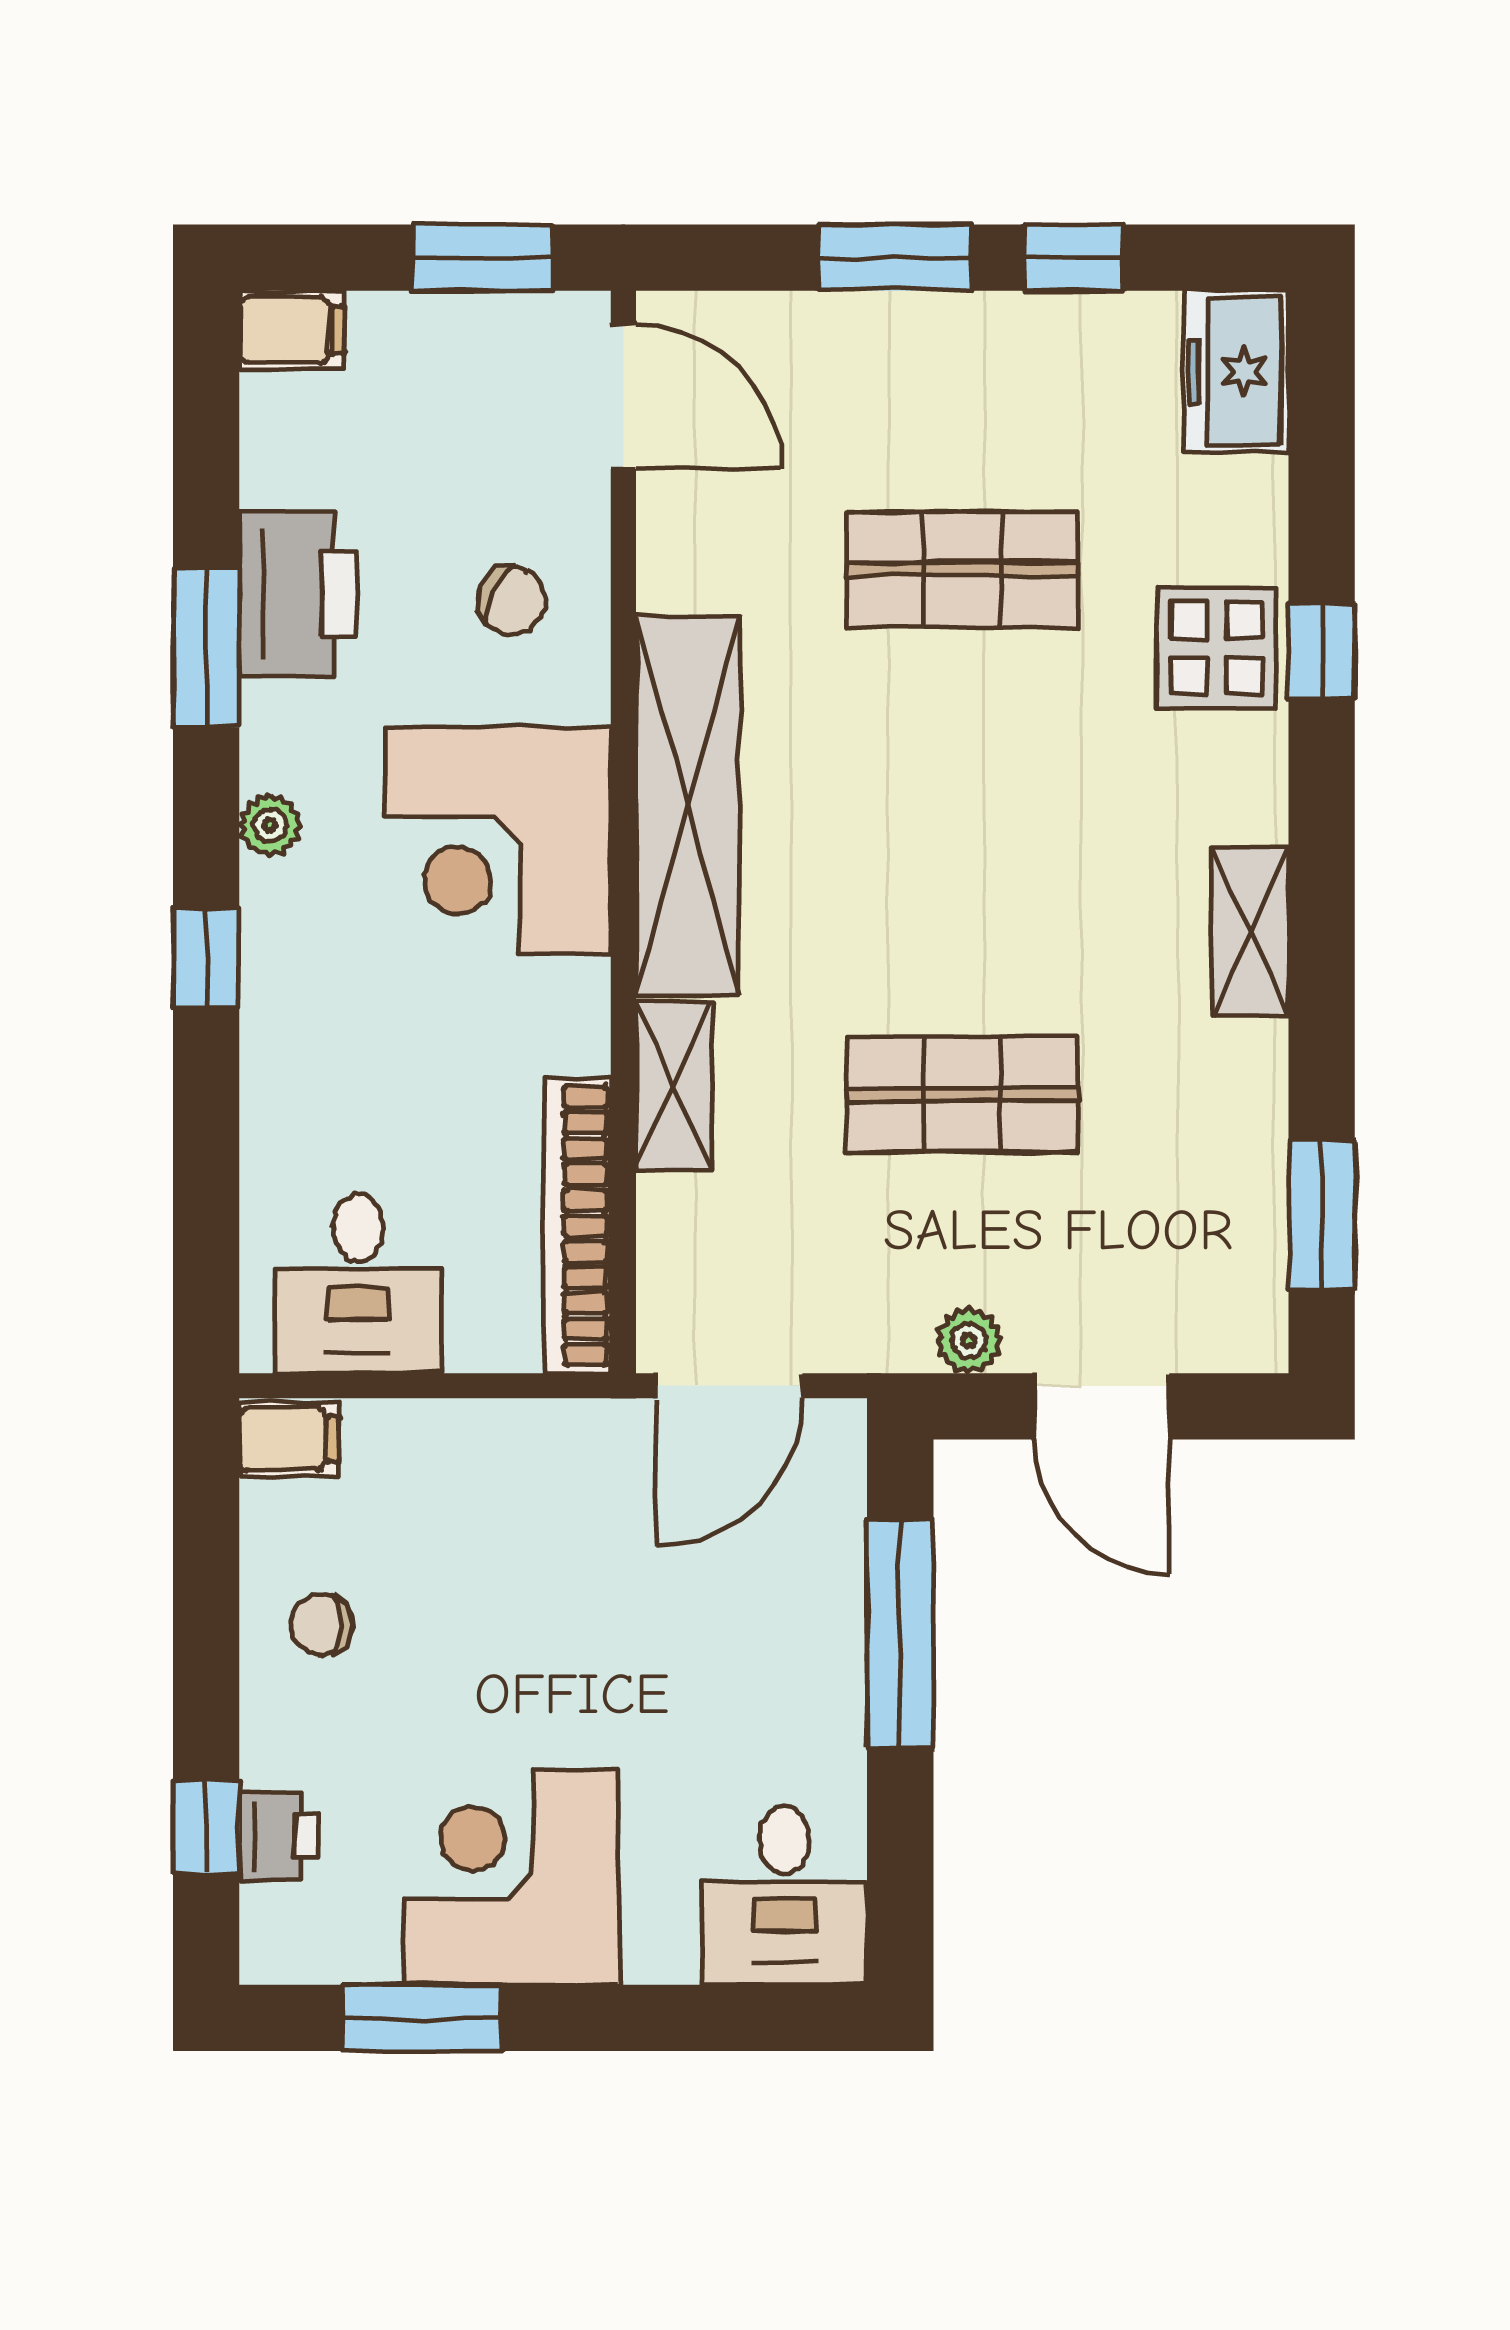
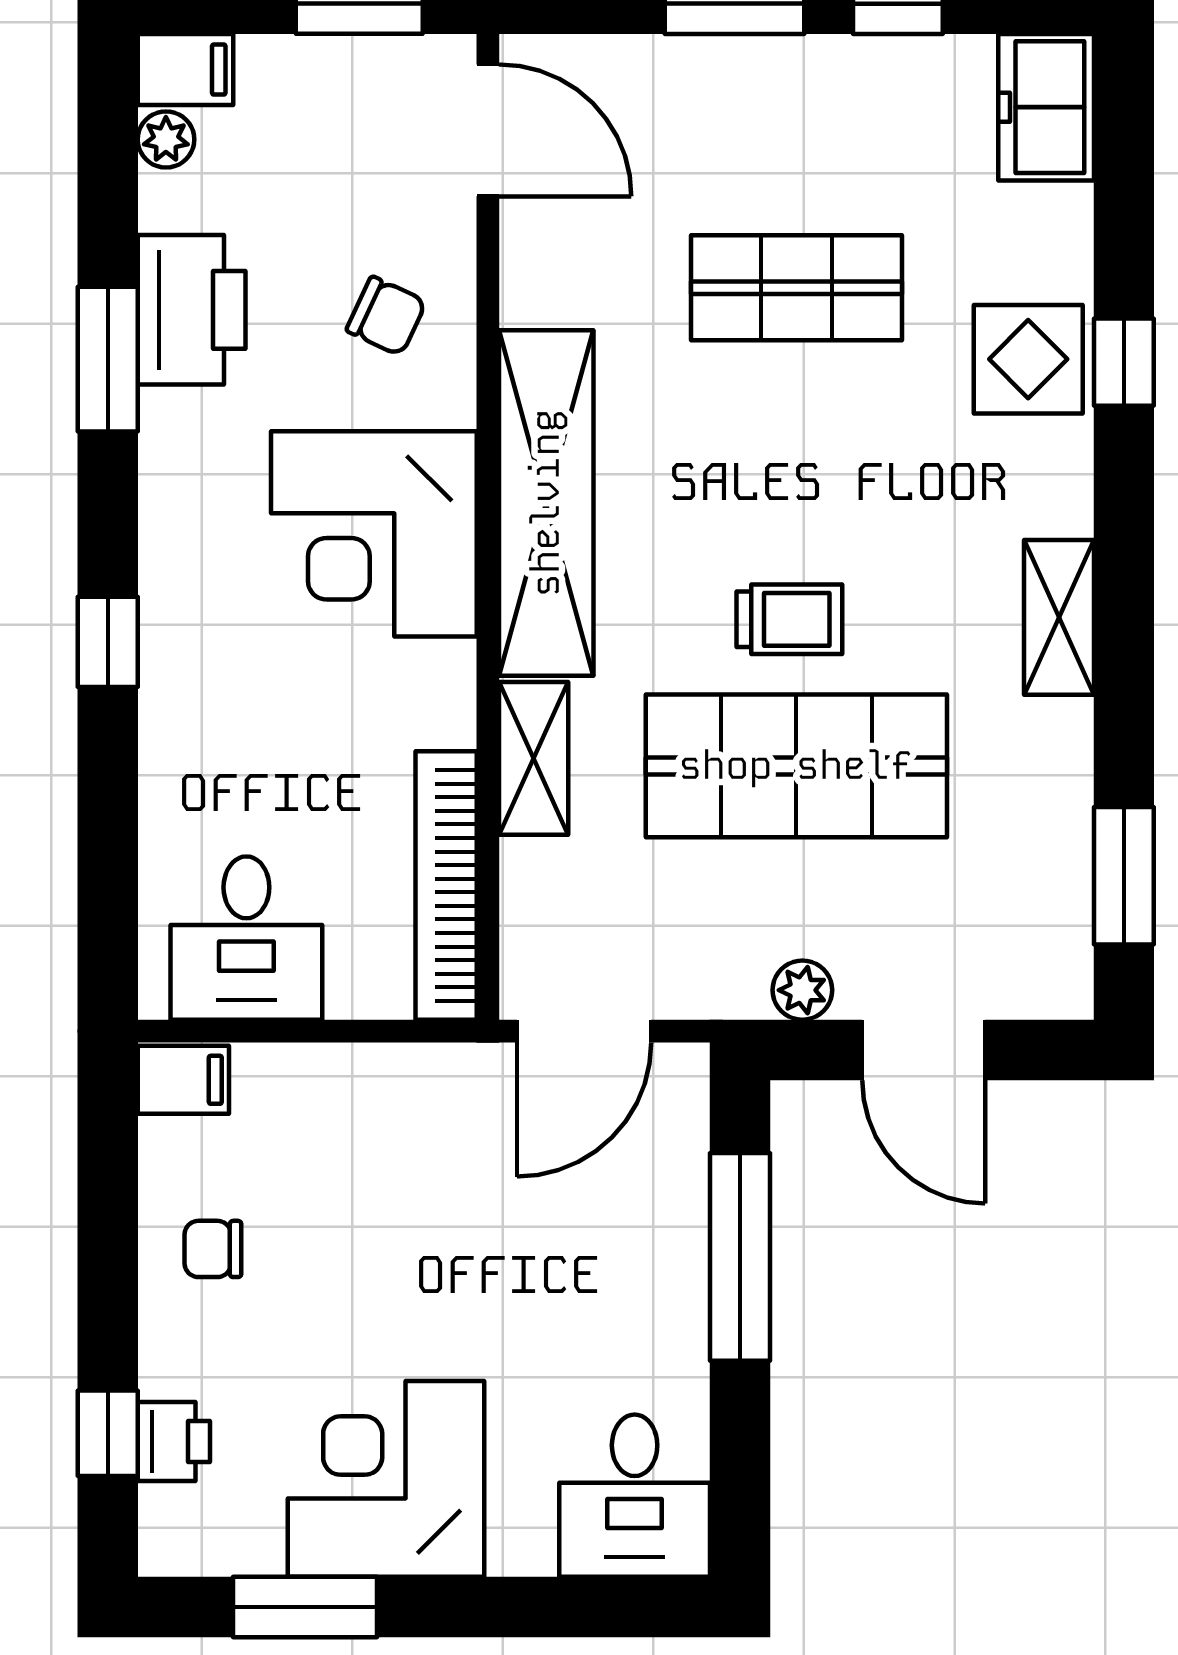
plant: (270, 825) -> (166, 139), moved
trolley: (954, 934) -> (789, 619), added
shop shelf: (962, 1094) -> (796, 766), width x1.43, depth x1.36

